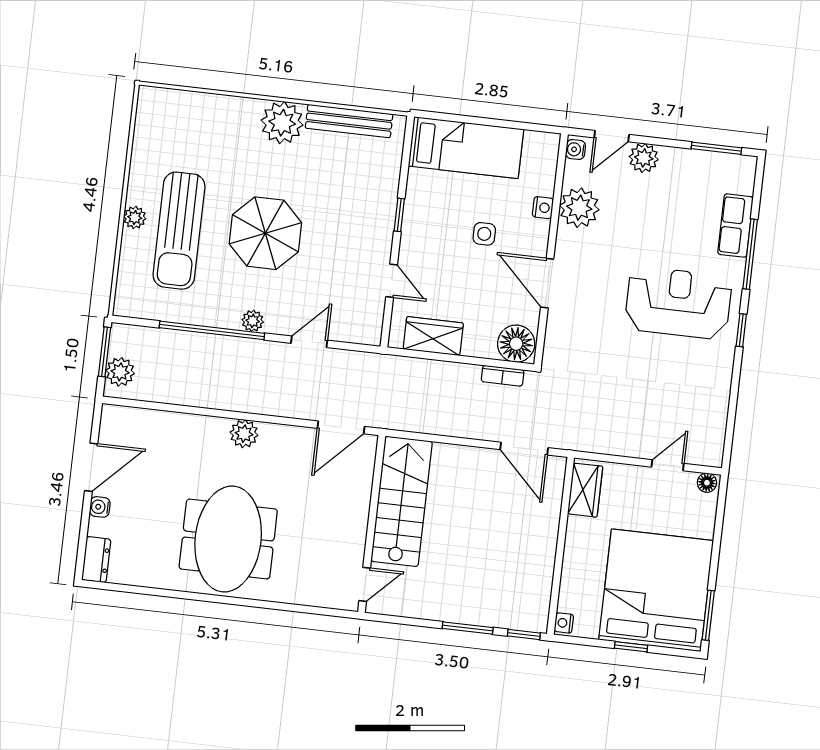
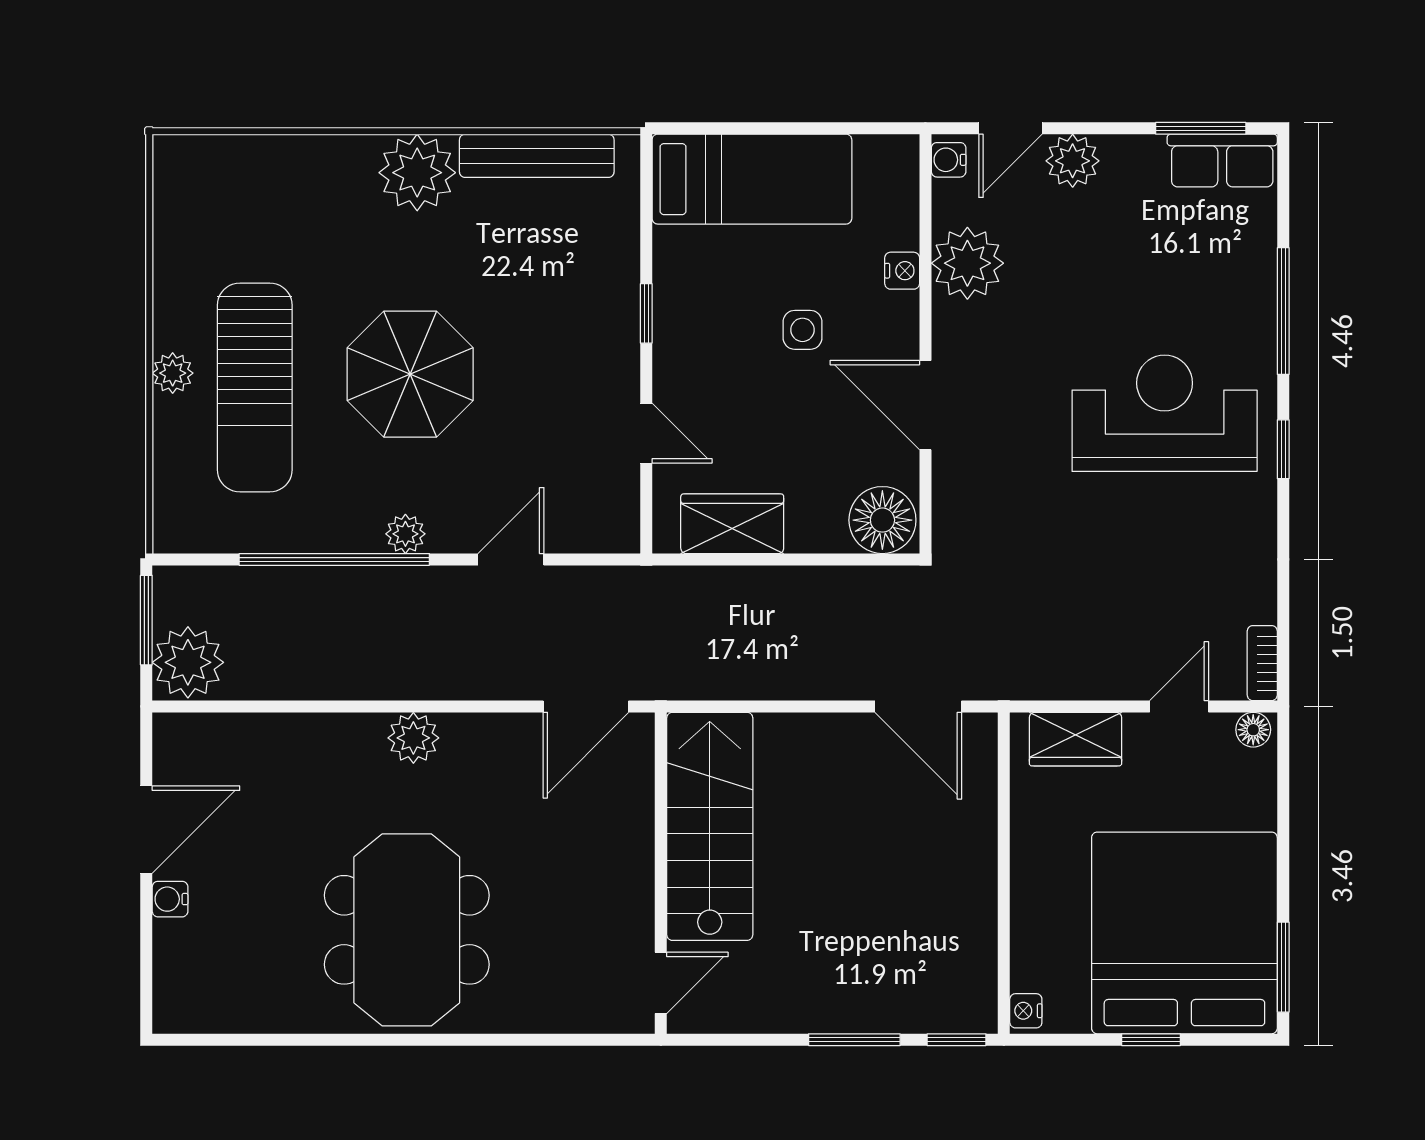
row of seats: (735, 226) -> (1222, 161), moved, turned -90
plant: (120, 372) -> (188, 662), width x1.36, depth x1.36
bookcase: (503, 376) -> (1262, 663), moved, turned 90
wardrobe: (585, 490) -> (1075, 739), moved, turned 90
dresser: (96, 560) -> (175, 994), removed

